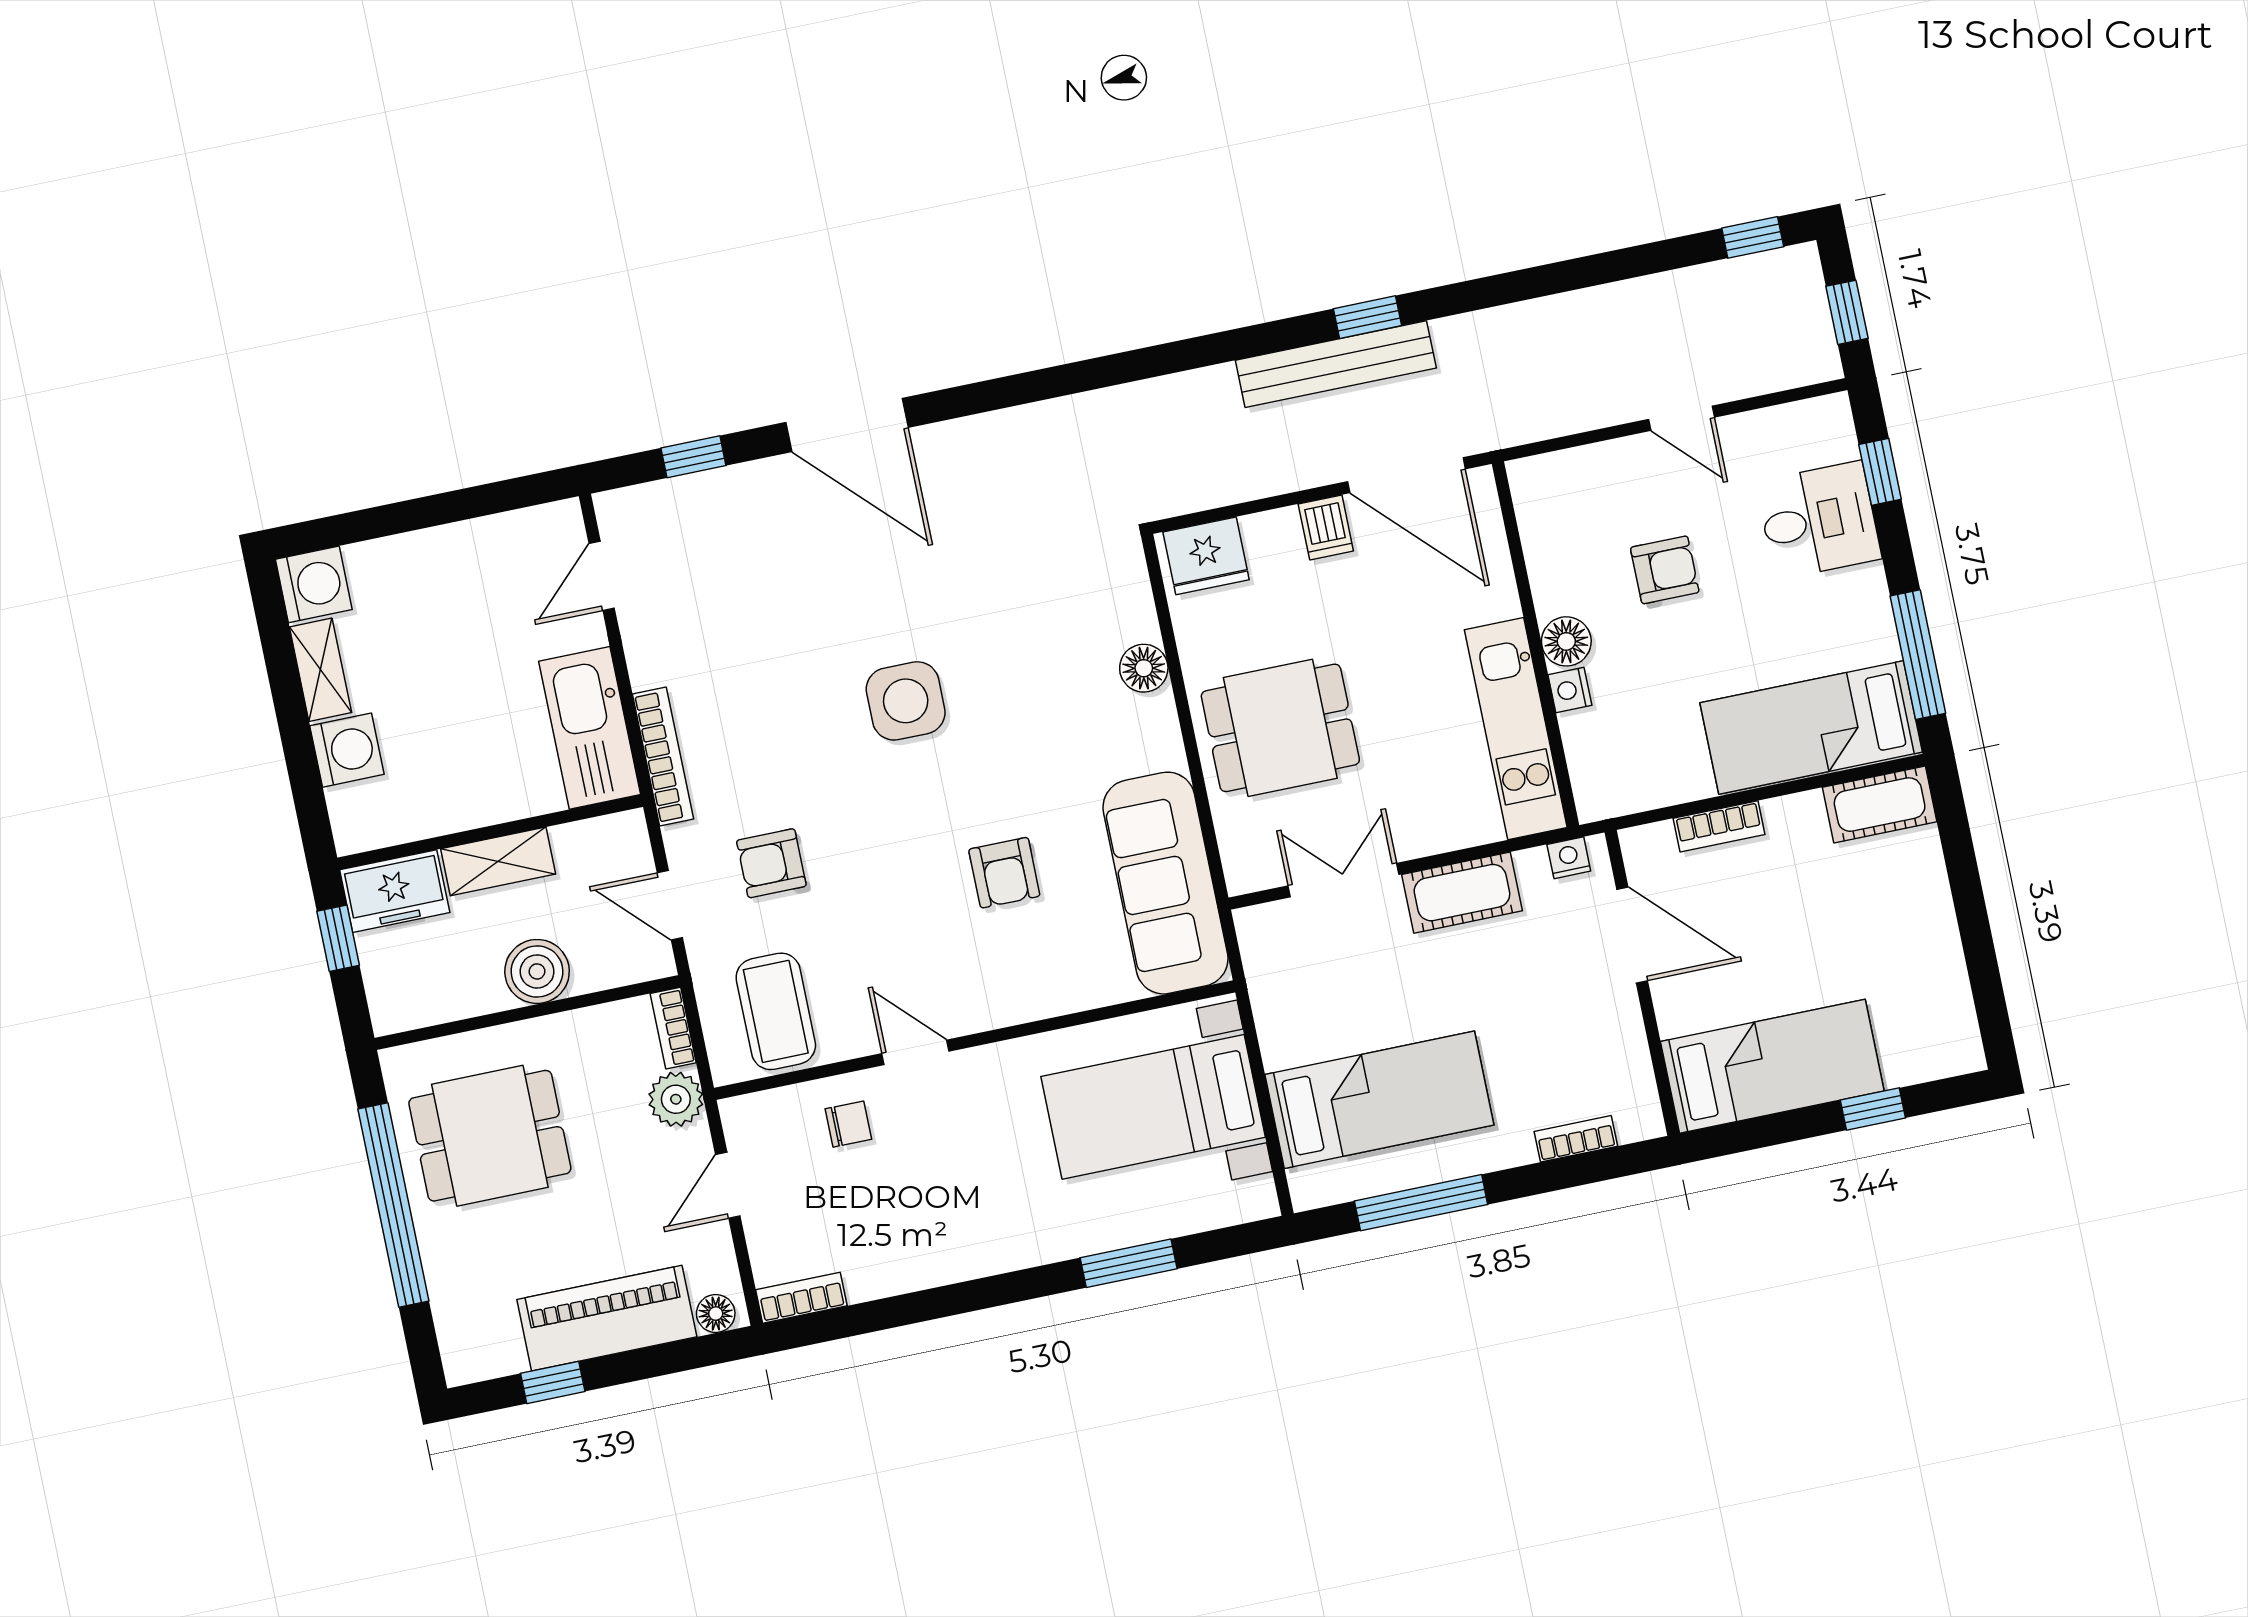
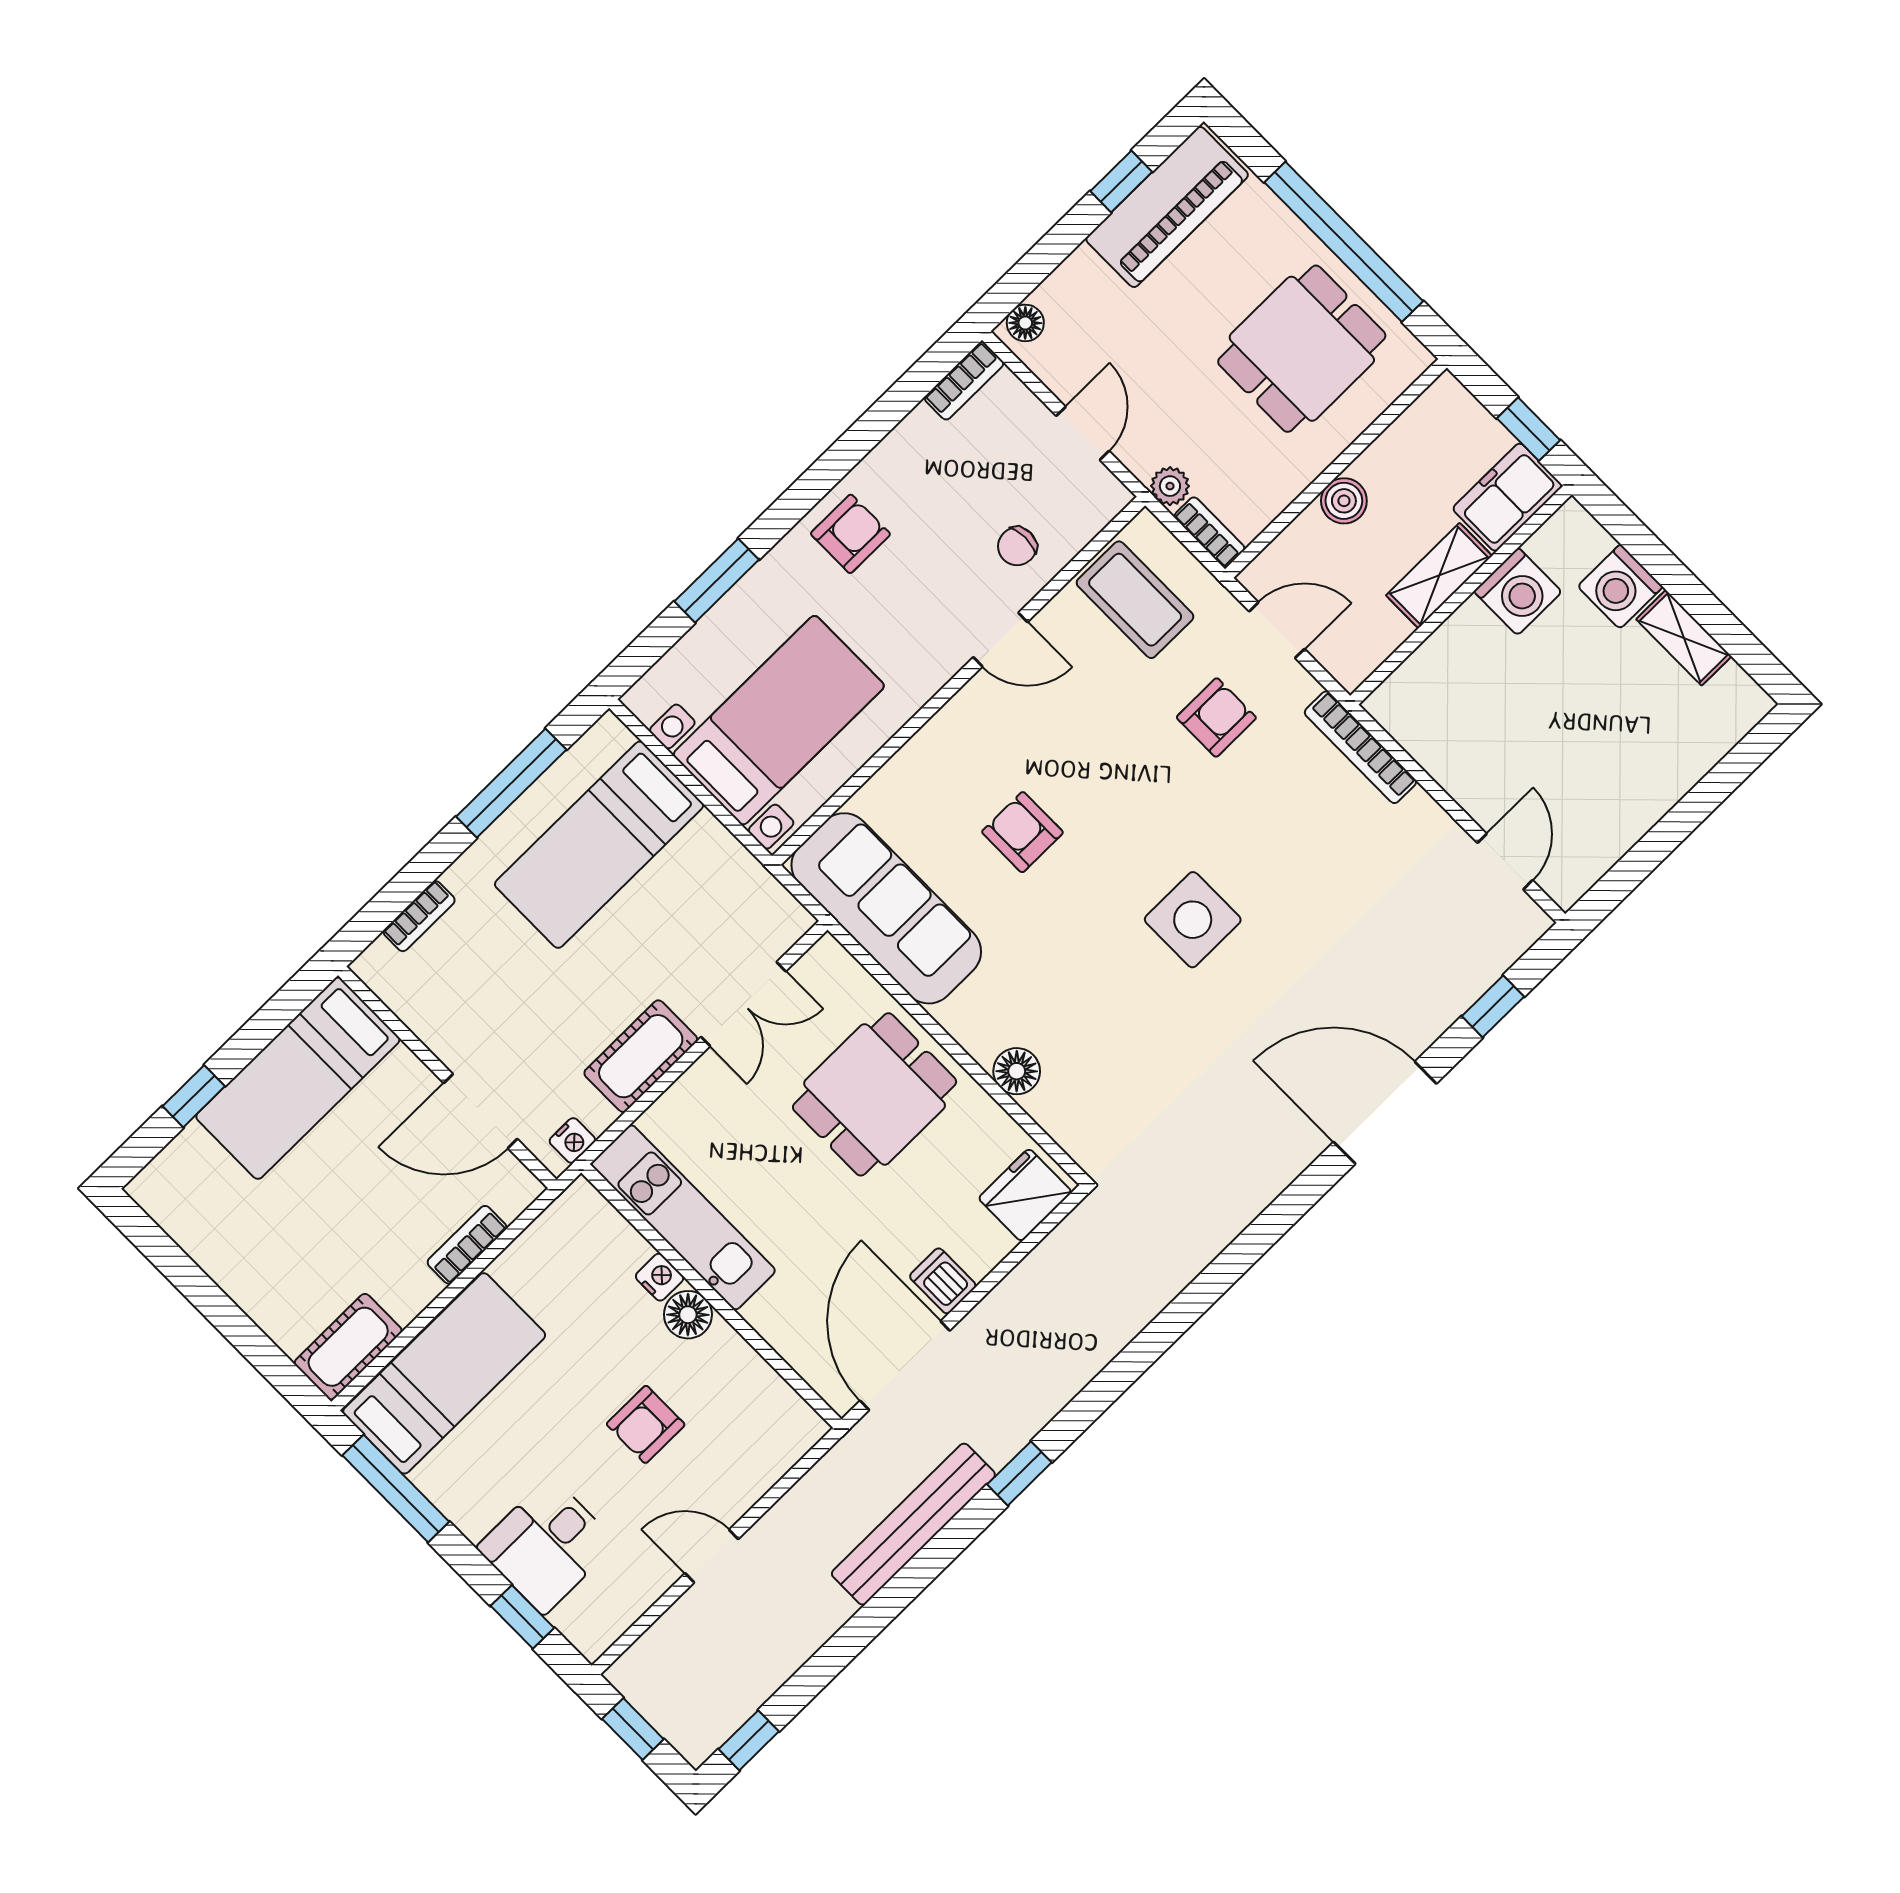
bench: (1336, 364) -> (913, 1524), moved
door: (1406, 475) -> (905, 1366), hinge flipped
washing machine: (314, 584) -> (1518, 592), moved, turned -90
kitchen sink: (590, 728) -> (1435, 732), removed
boiler: (537, 971) -> (1344, 501), width x0.73, depth x0.73
plant: (676, 1099) -> (1170, 486), width x0.73, depth x0.73
armchair: (986, 1229) -> (850, 534), added
piano: (607, 1318) -> (1167, 207), moved

